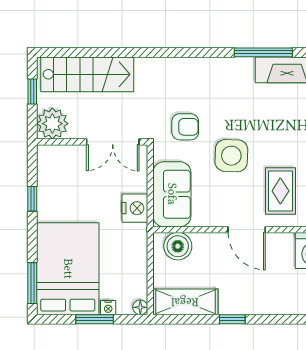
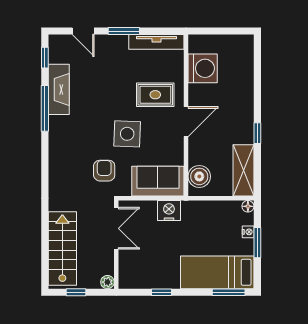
plant: (52, 124) -> (107, 282), width x0.53, depth x0.53
bed: (68, 269) -> (217, 272), width x0.67

